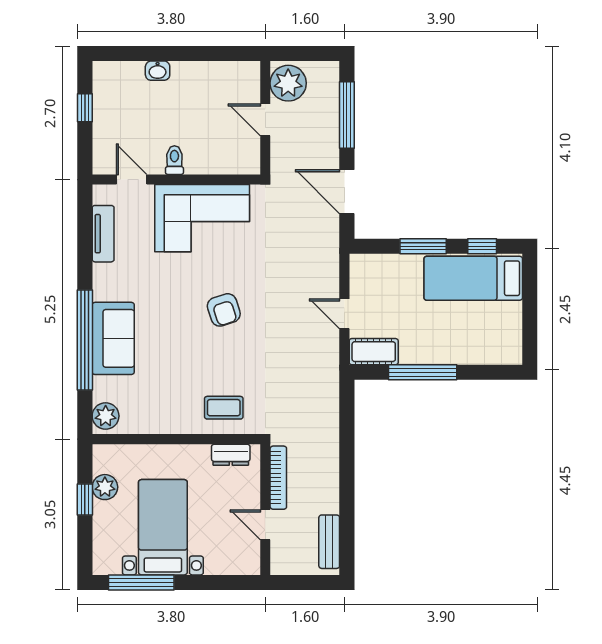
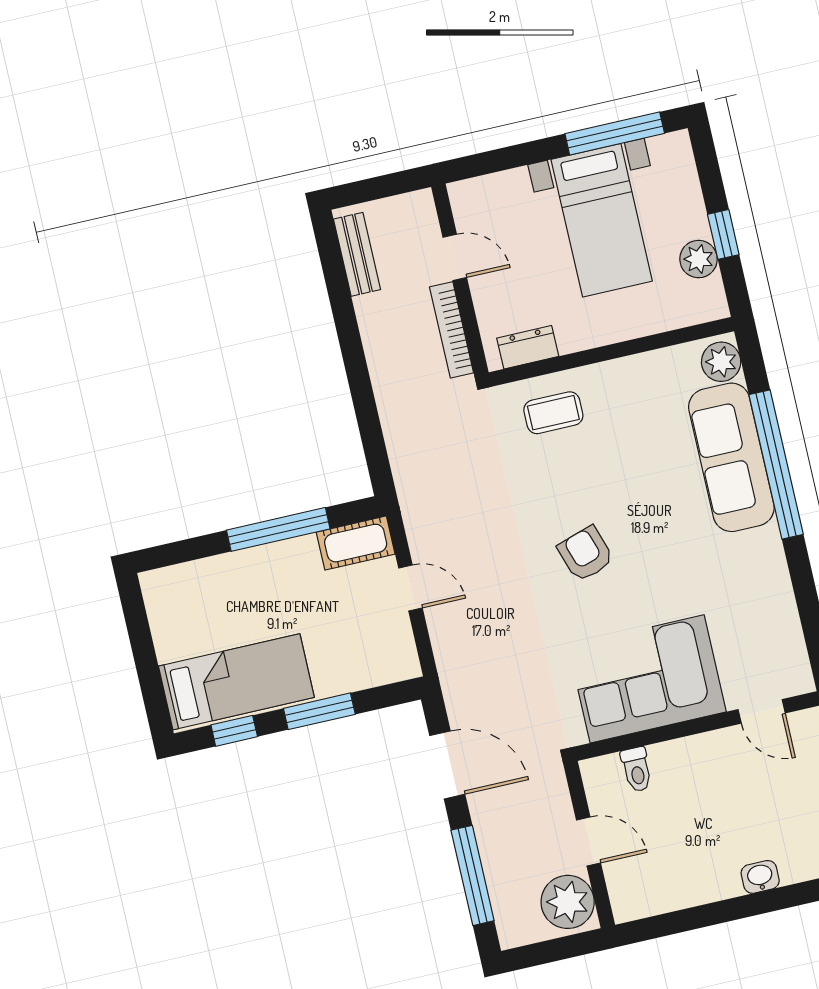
toilet: (174, 160) -> (637, 769), moved
tv unit: (103, 234) -> (785, 624), removed
sofa: (113, 338) -> (731, 457), width x1.36

